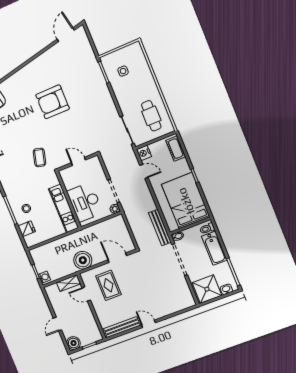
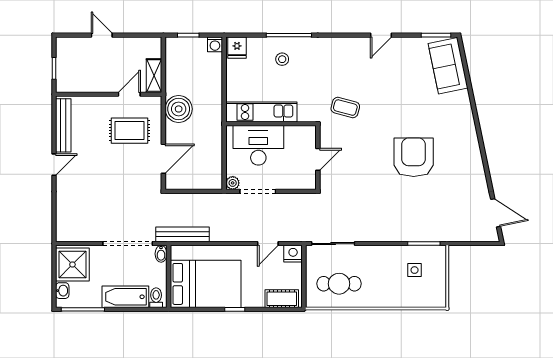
fridge: (27, 229) -> (237, 48), moved
washing machine: (44, 277) -> (215, 44), moved
boiler: (74, 343) -> (66, 47), removed

